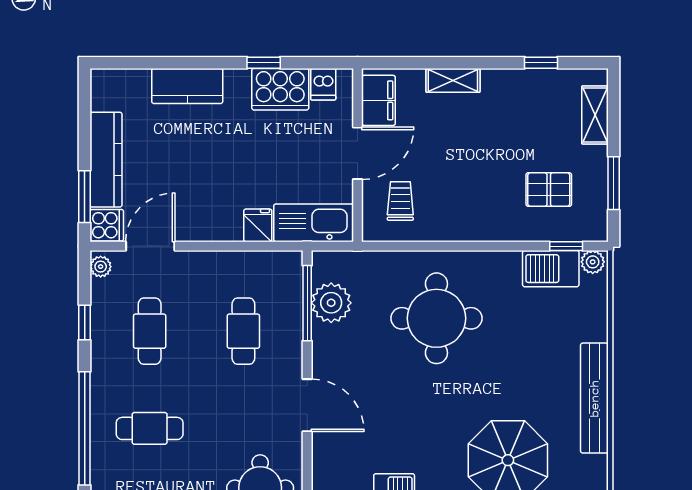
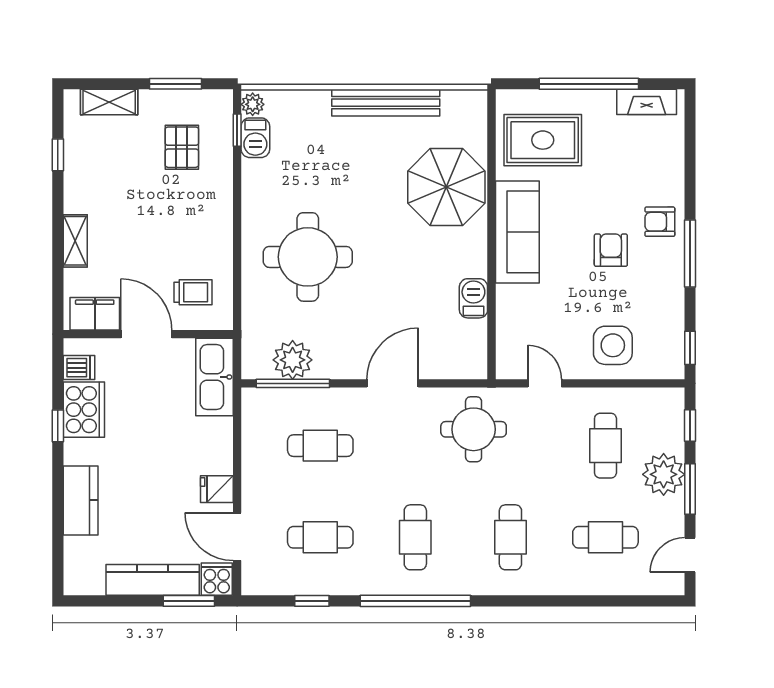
trolley: (400, 201) -> (193, 292), turned 180
fridge: (258, 225) -> (217, 489), moved
plant: (101, 267) -> (257, 585), removed
barbecue: (551, 269) -> (255, 138), width x0.73, depth x0.79

